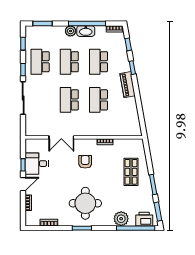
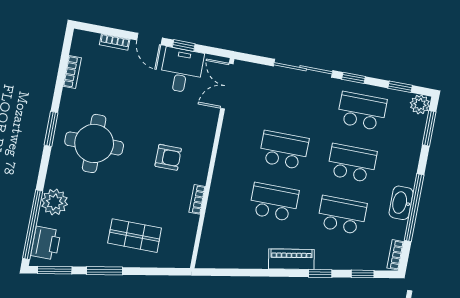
plant: (70, 31) -> (420, 104), moved
double door: (61, 137) -> (227, 86), moved

